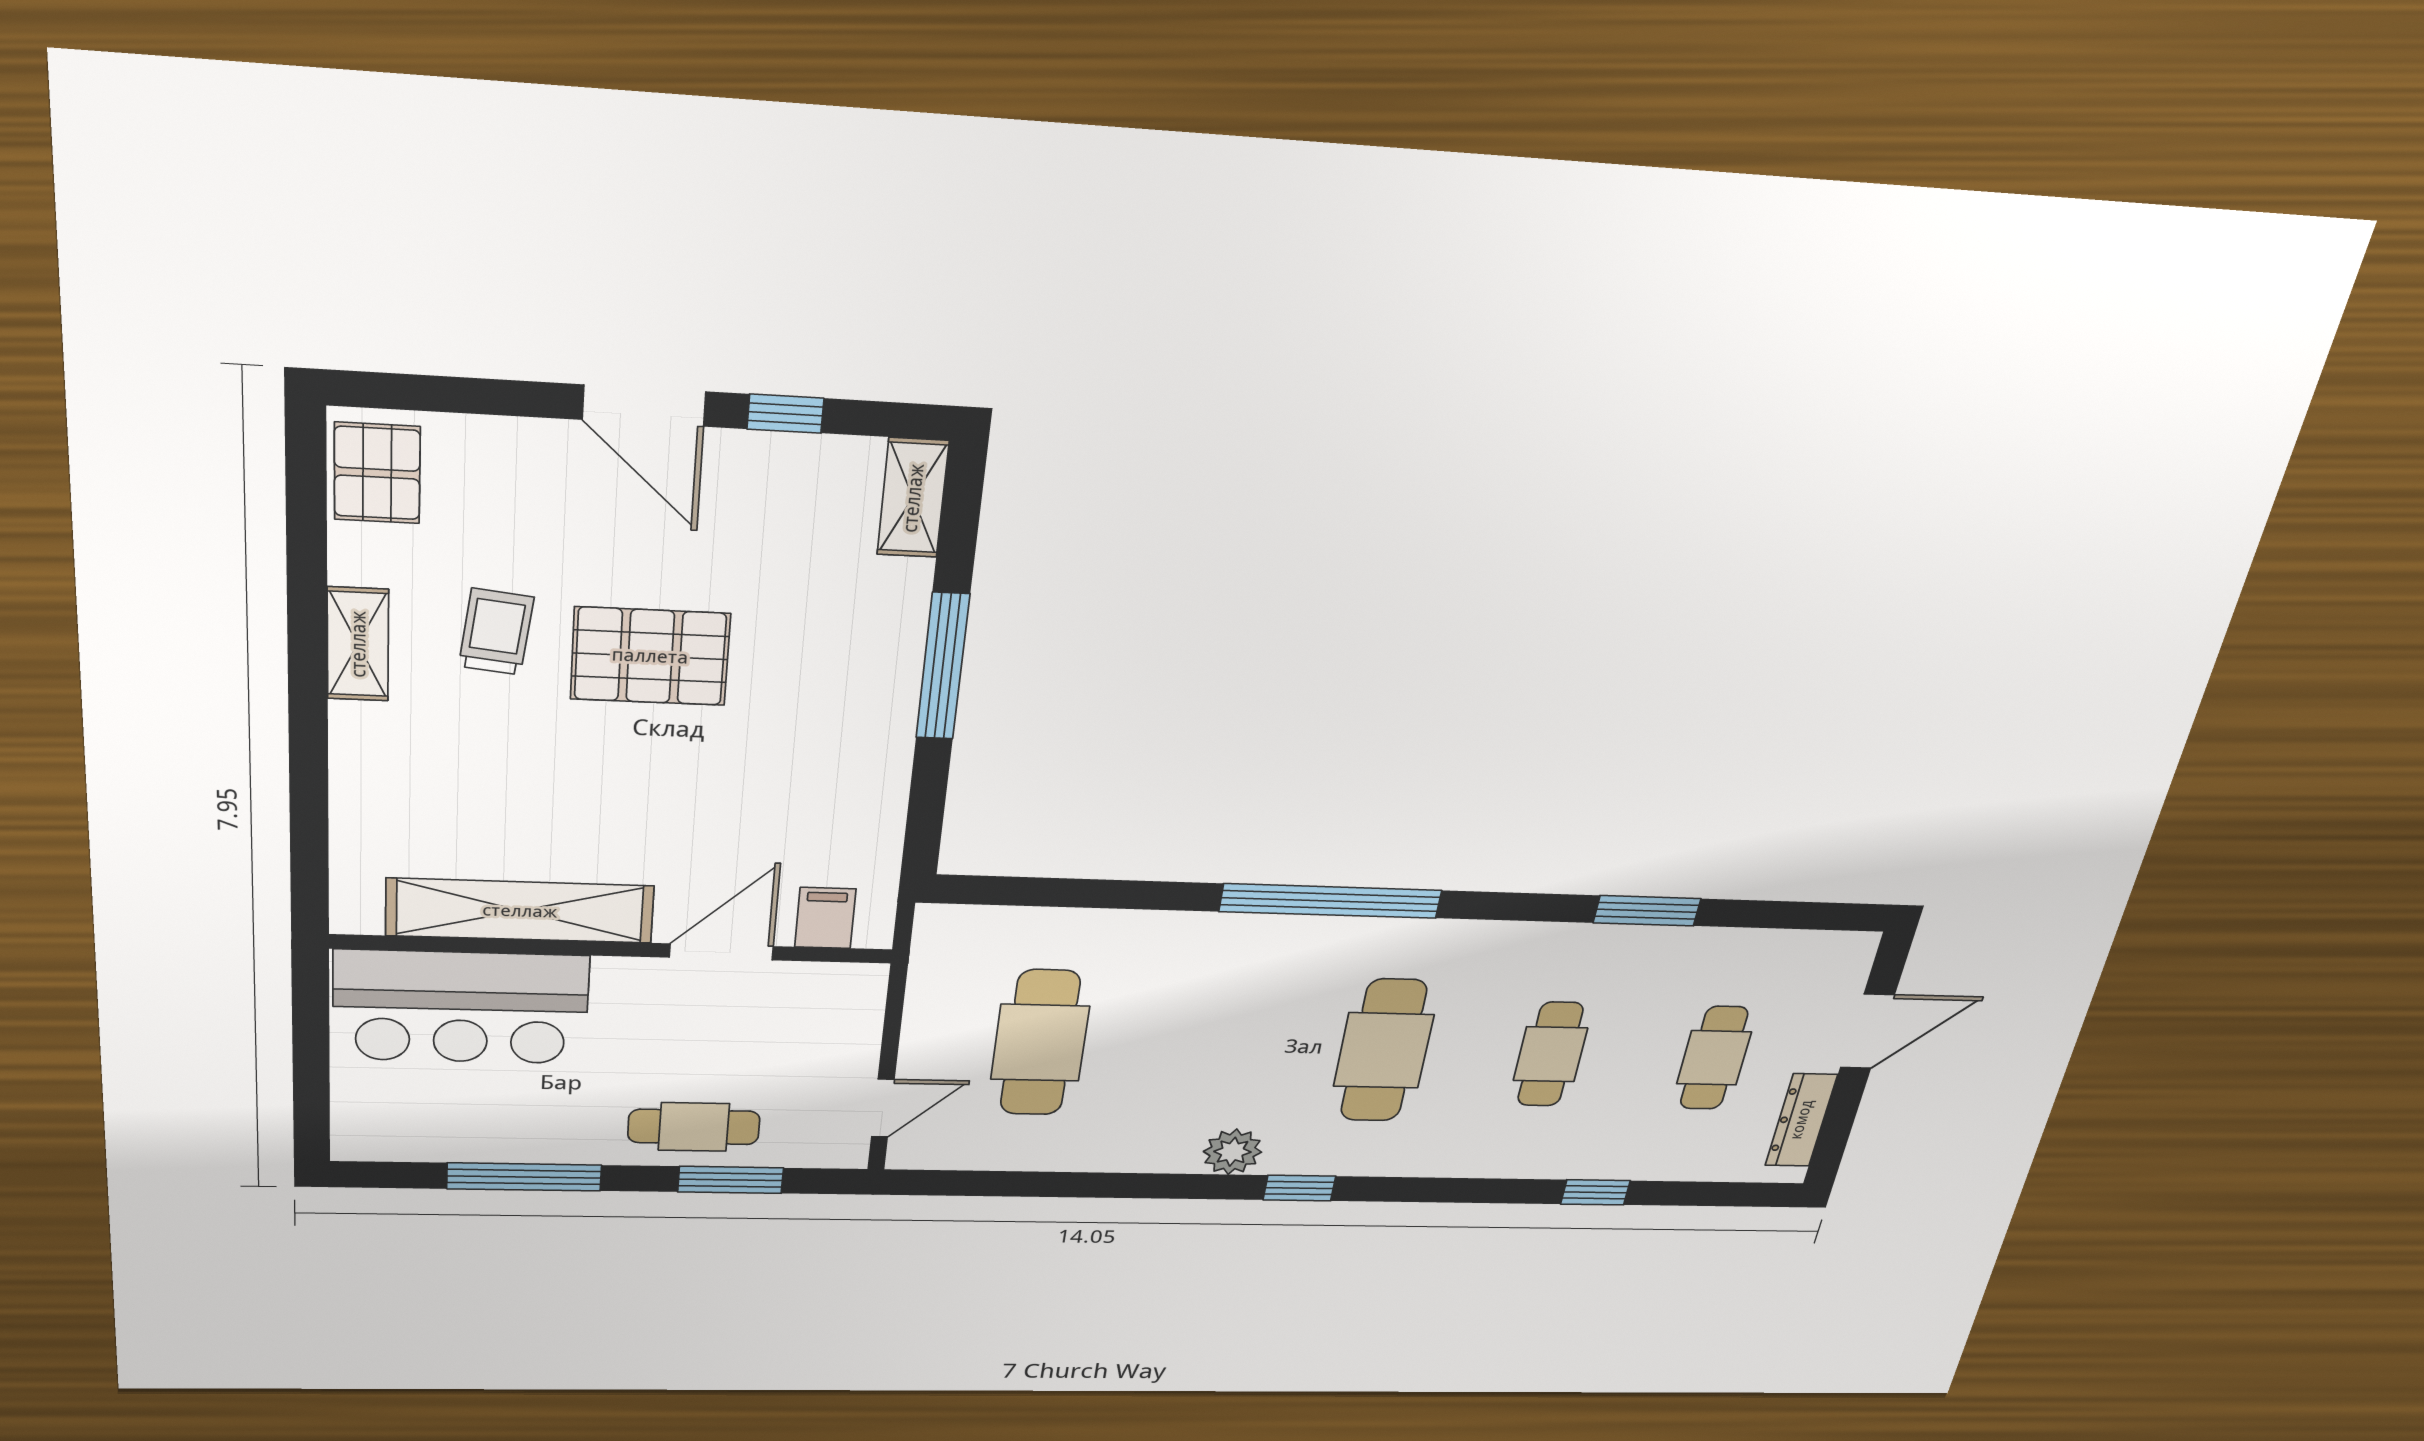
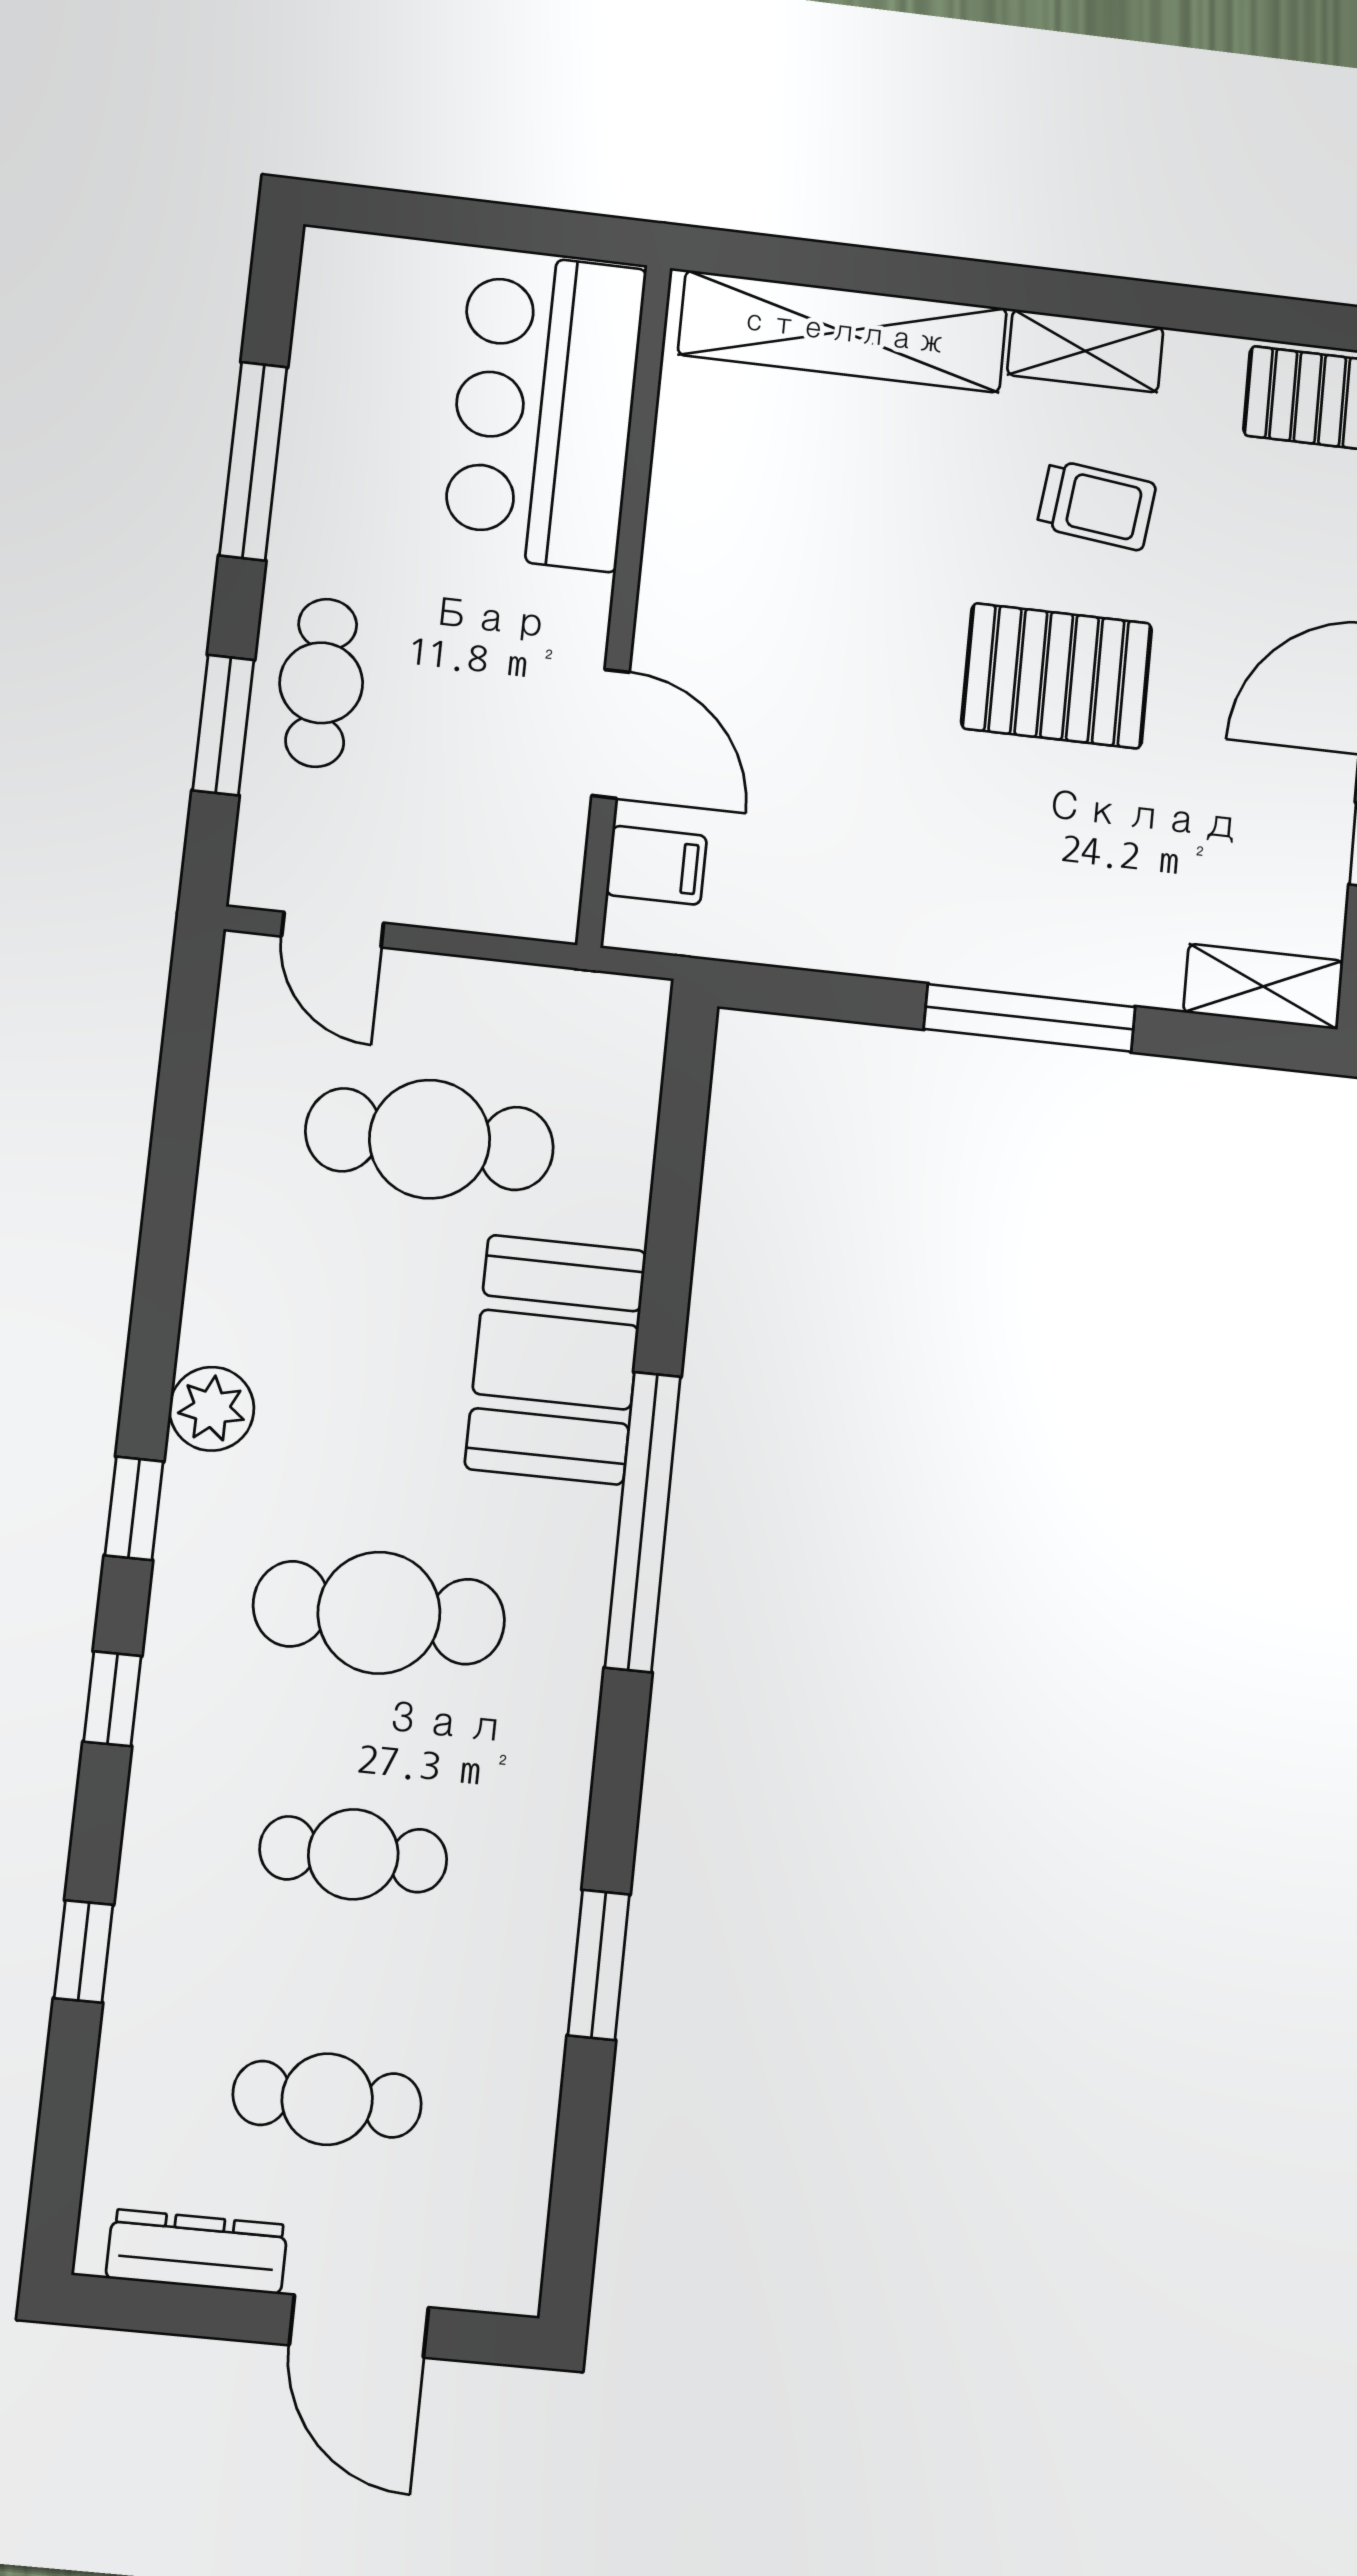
pallet: (650, 656) -> (1057, 676), turned 90
shelving: (520, 911) -> (843, 331), moved, turned 90
booth: (1207, 959) -> (556, 1360), added
window: (1429, 1190) -> (112, 1699), added

